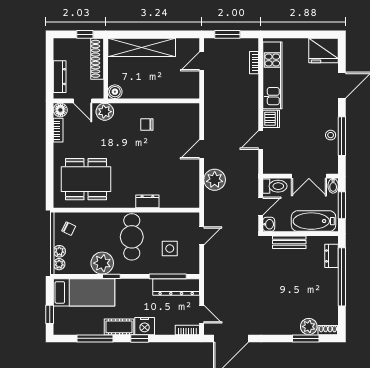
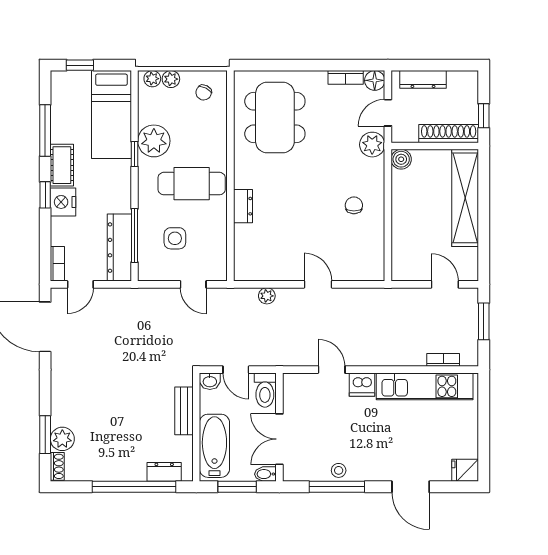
fridge: (324, 50) -> (465, 470), width x0.53, depth x0.75
plant: (215, 180) -> (267, 296), width x0.53, depth x0.53

